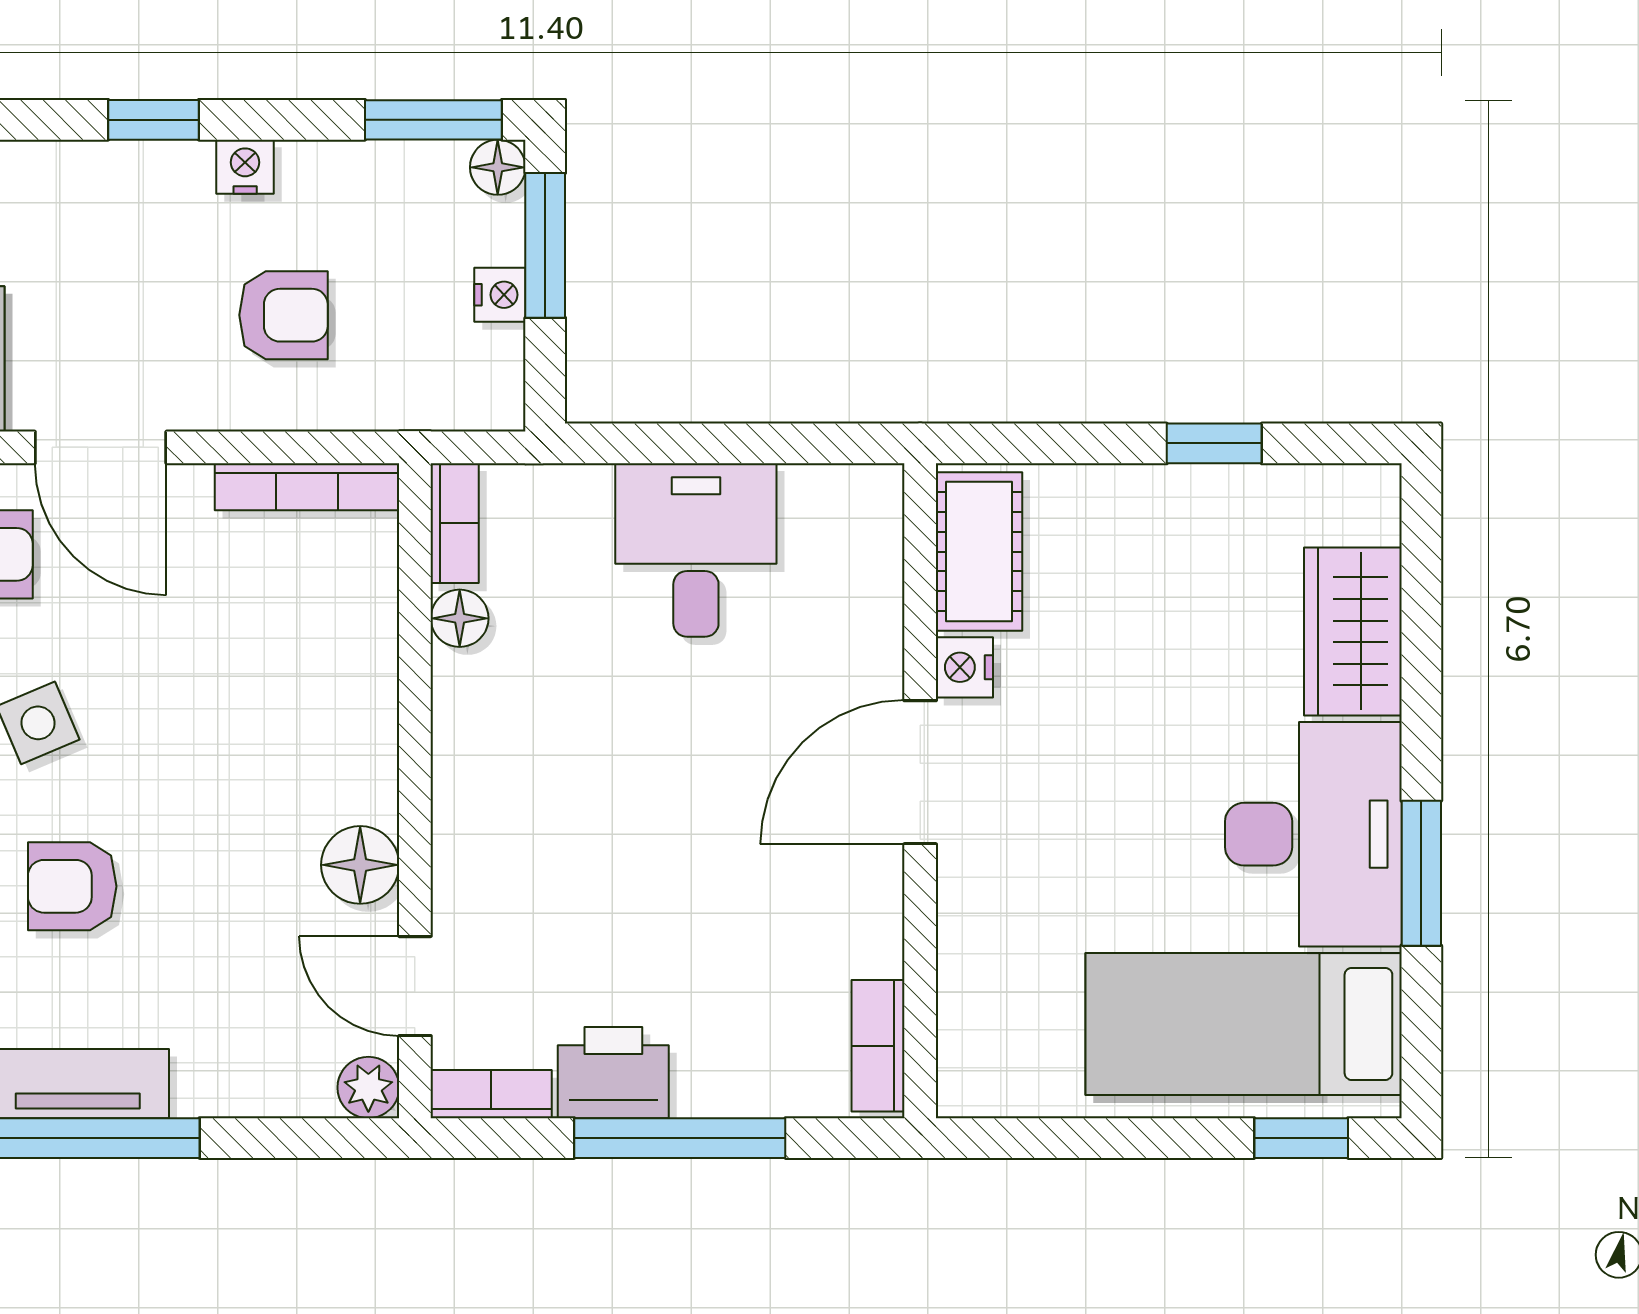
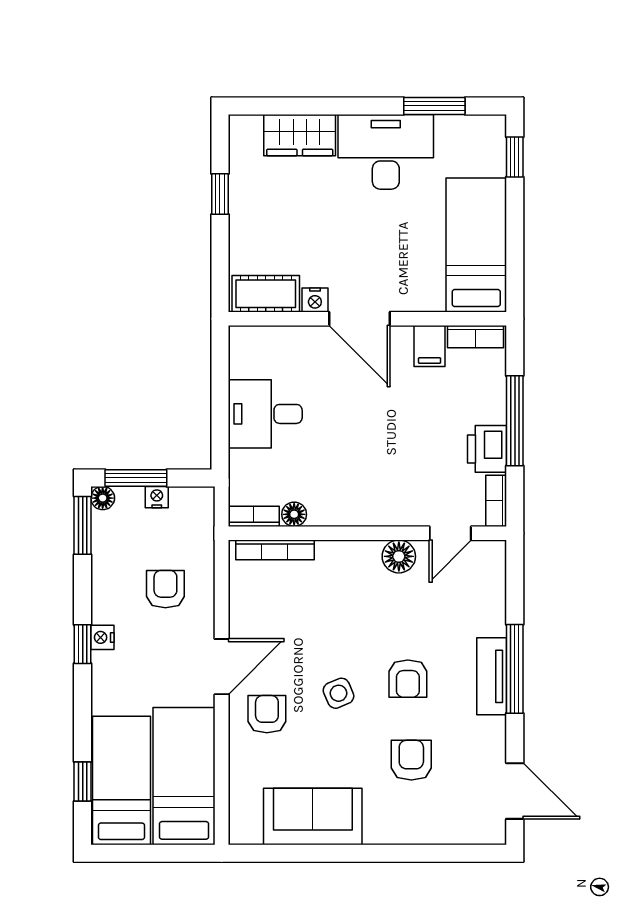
nightstand: (245, 167) -> (102, 637), moved
bookcase: (307, 487) -> (275, 550), moved, turned 90
window: (1421, 873) -> (434, 106), moved
filing cabinet: (856, 937) -> (430, 346), added
bed: (1244, 1024) -> (476, 245), moved, turned 180
plant: (368, 1088) -> (493, 553), removed

